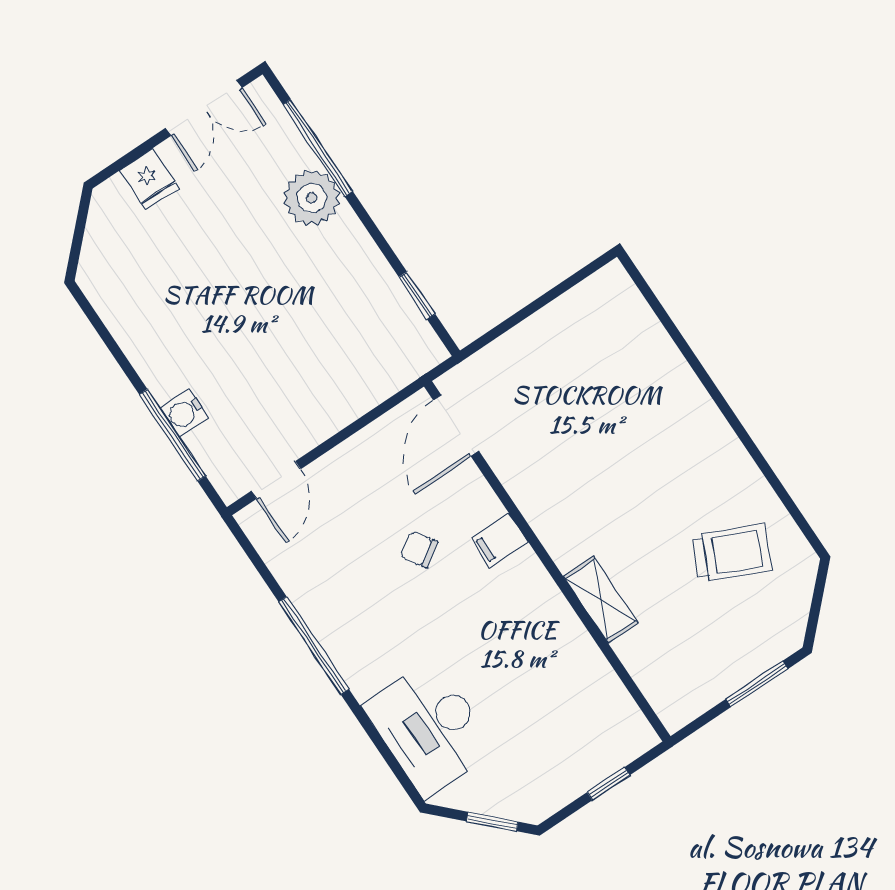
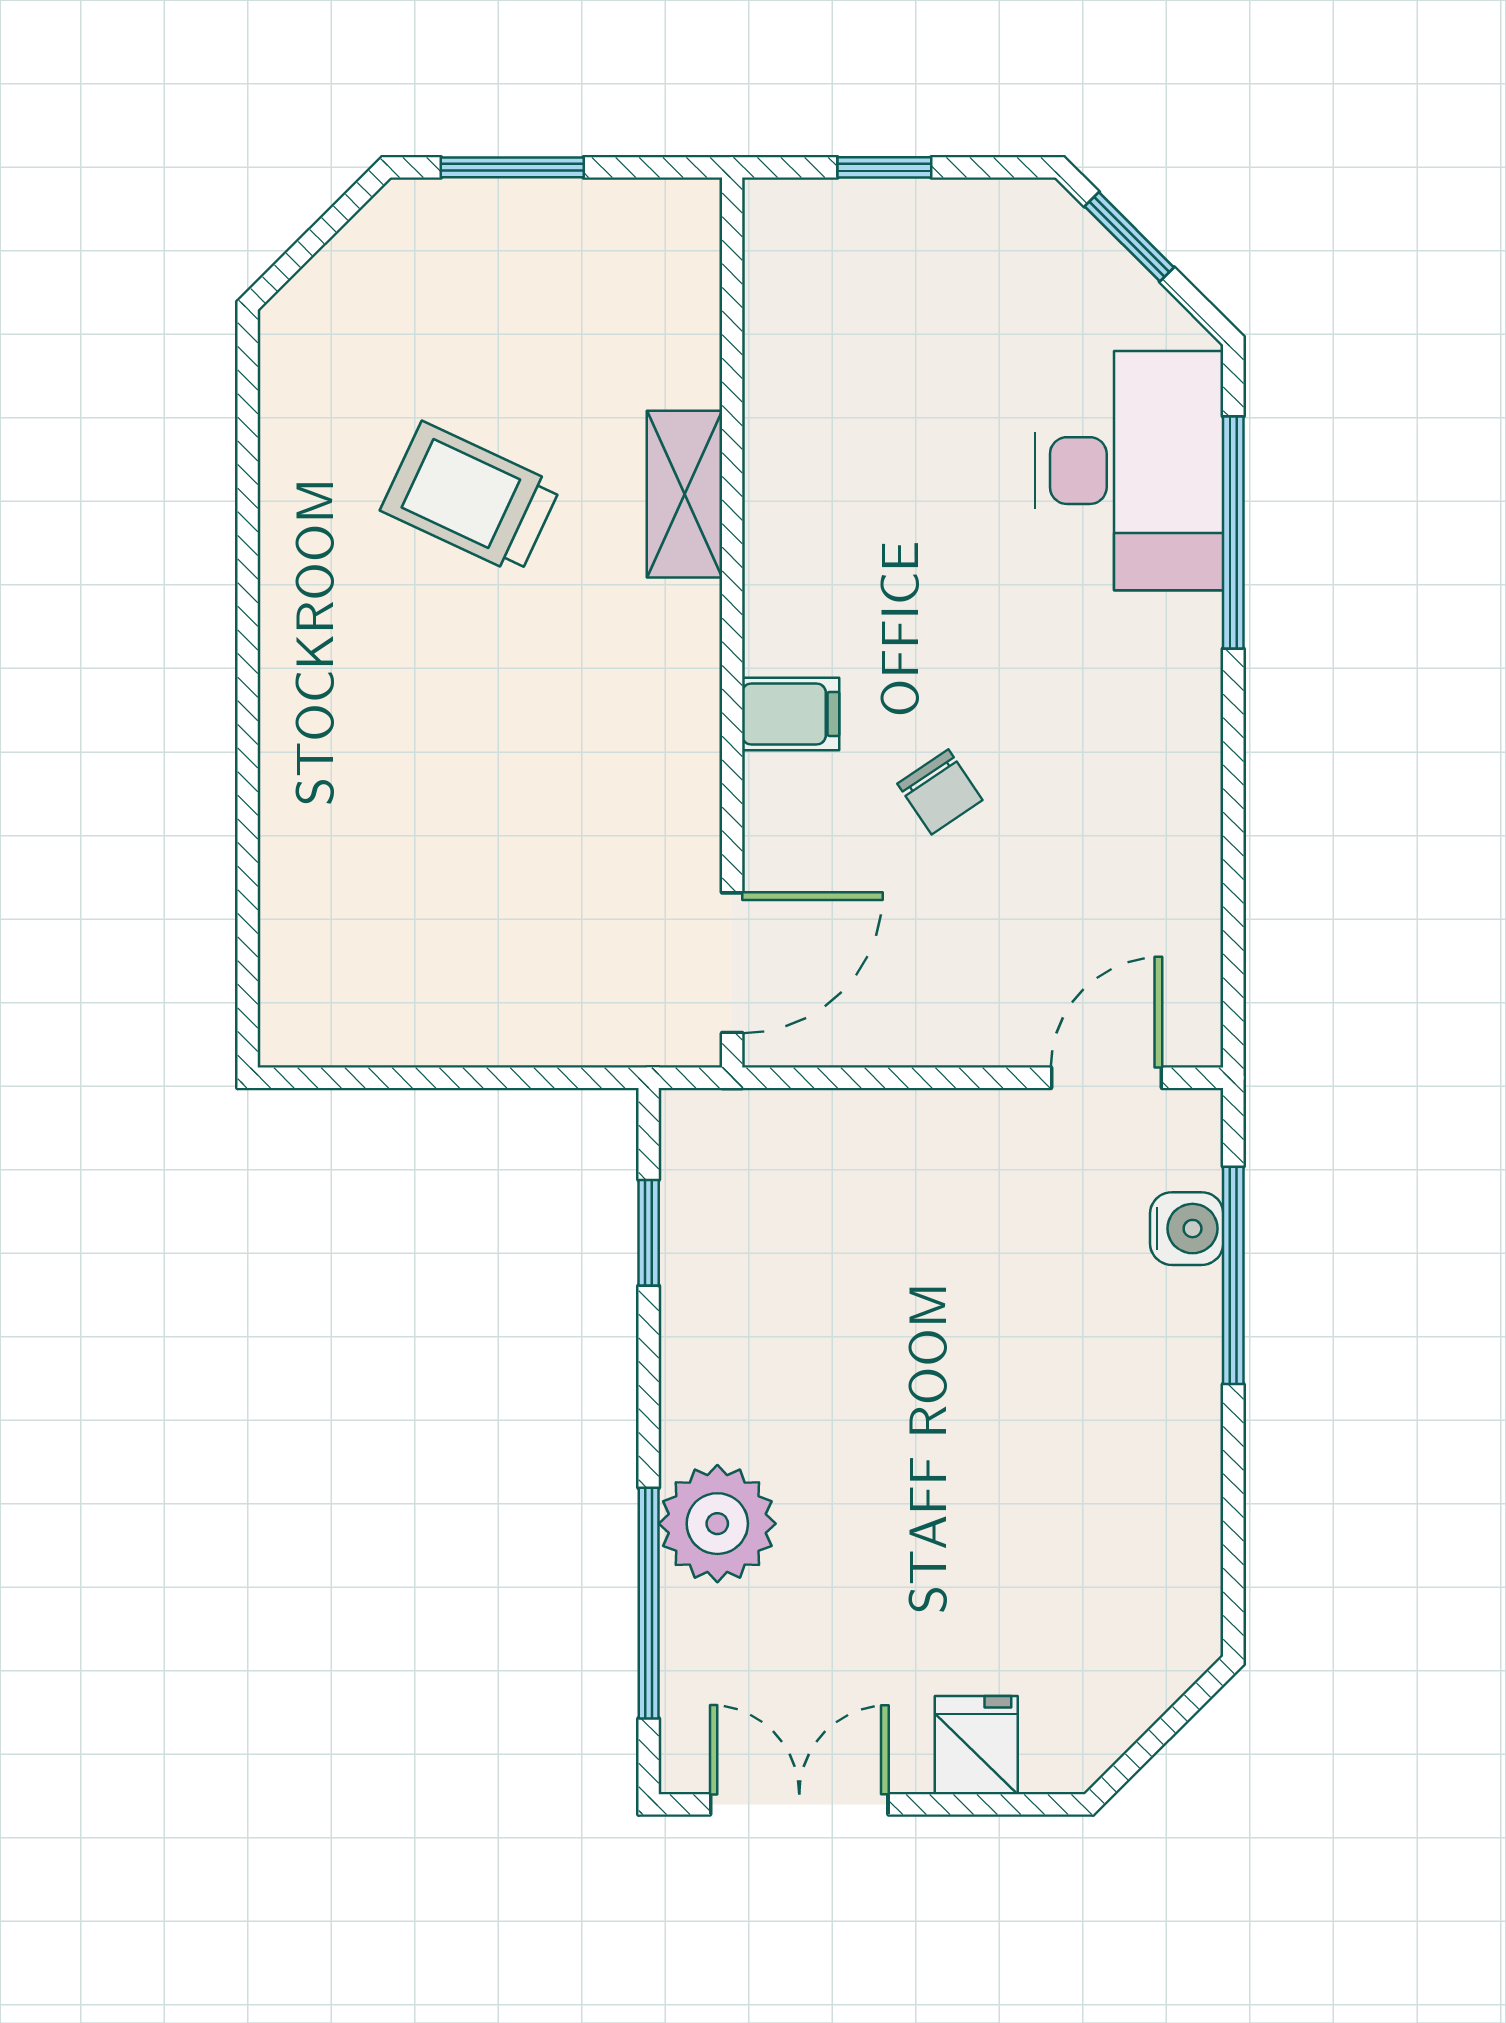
water cooler: (184, 413) -> (1187, 1229), moved
trolley: (732, 553) -> (471, 498), moved
window: (314, 646) -> (1233, 533), moved

